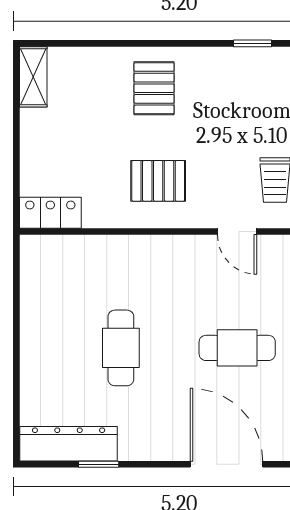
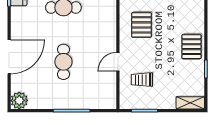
pallet: (154, 88) -> (191, 47), moved, turned 90

